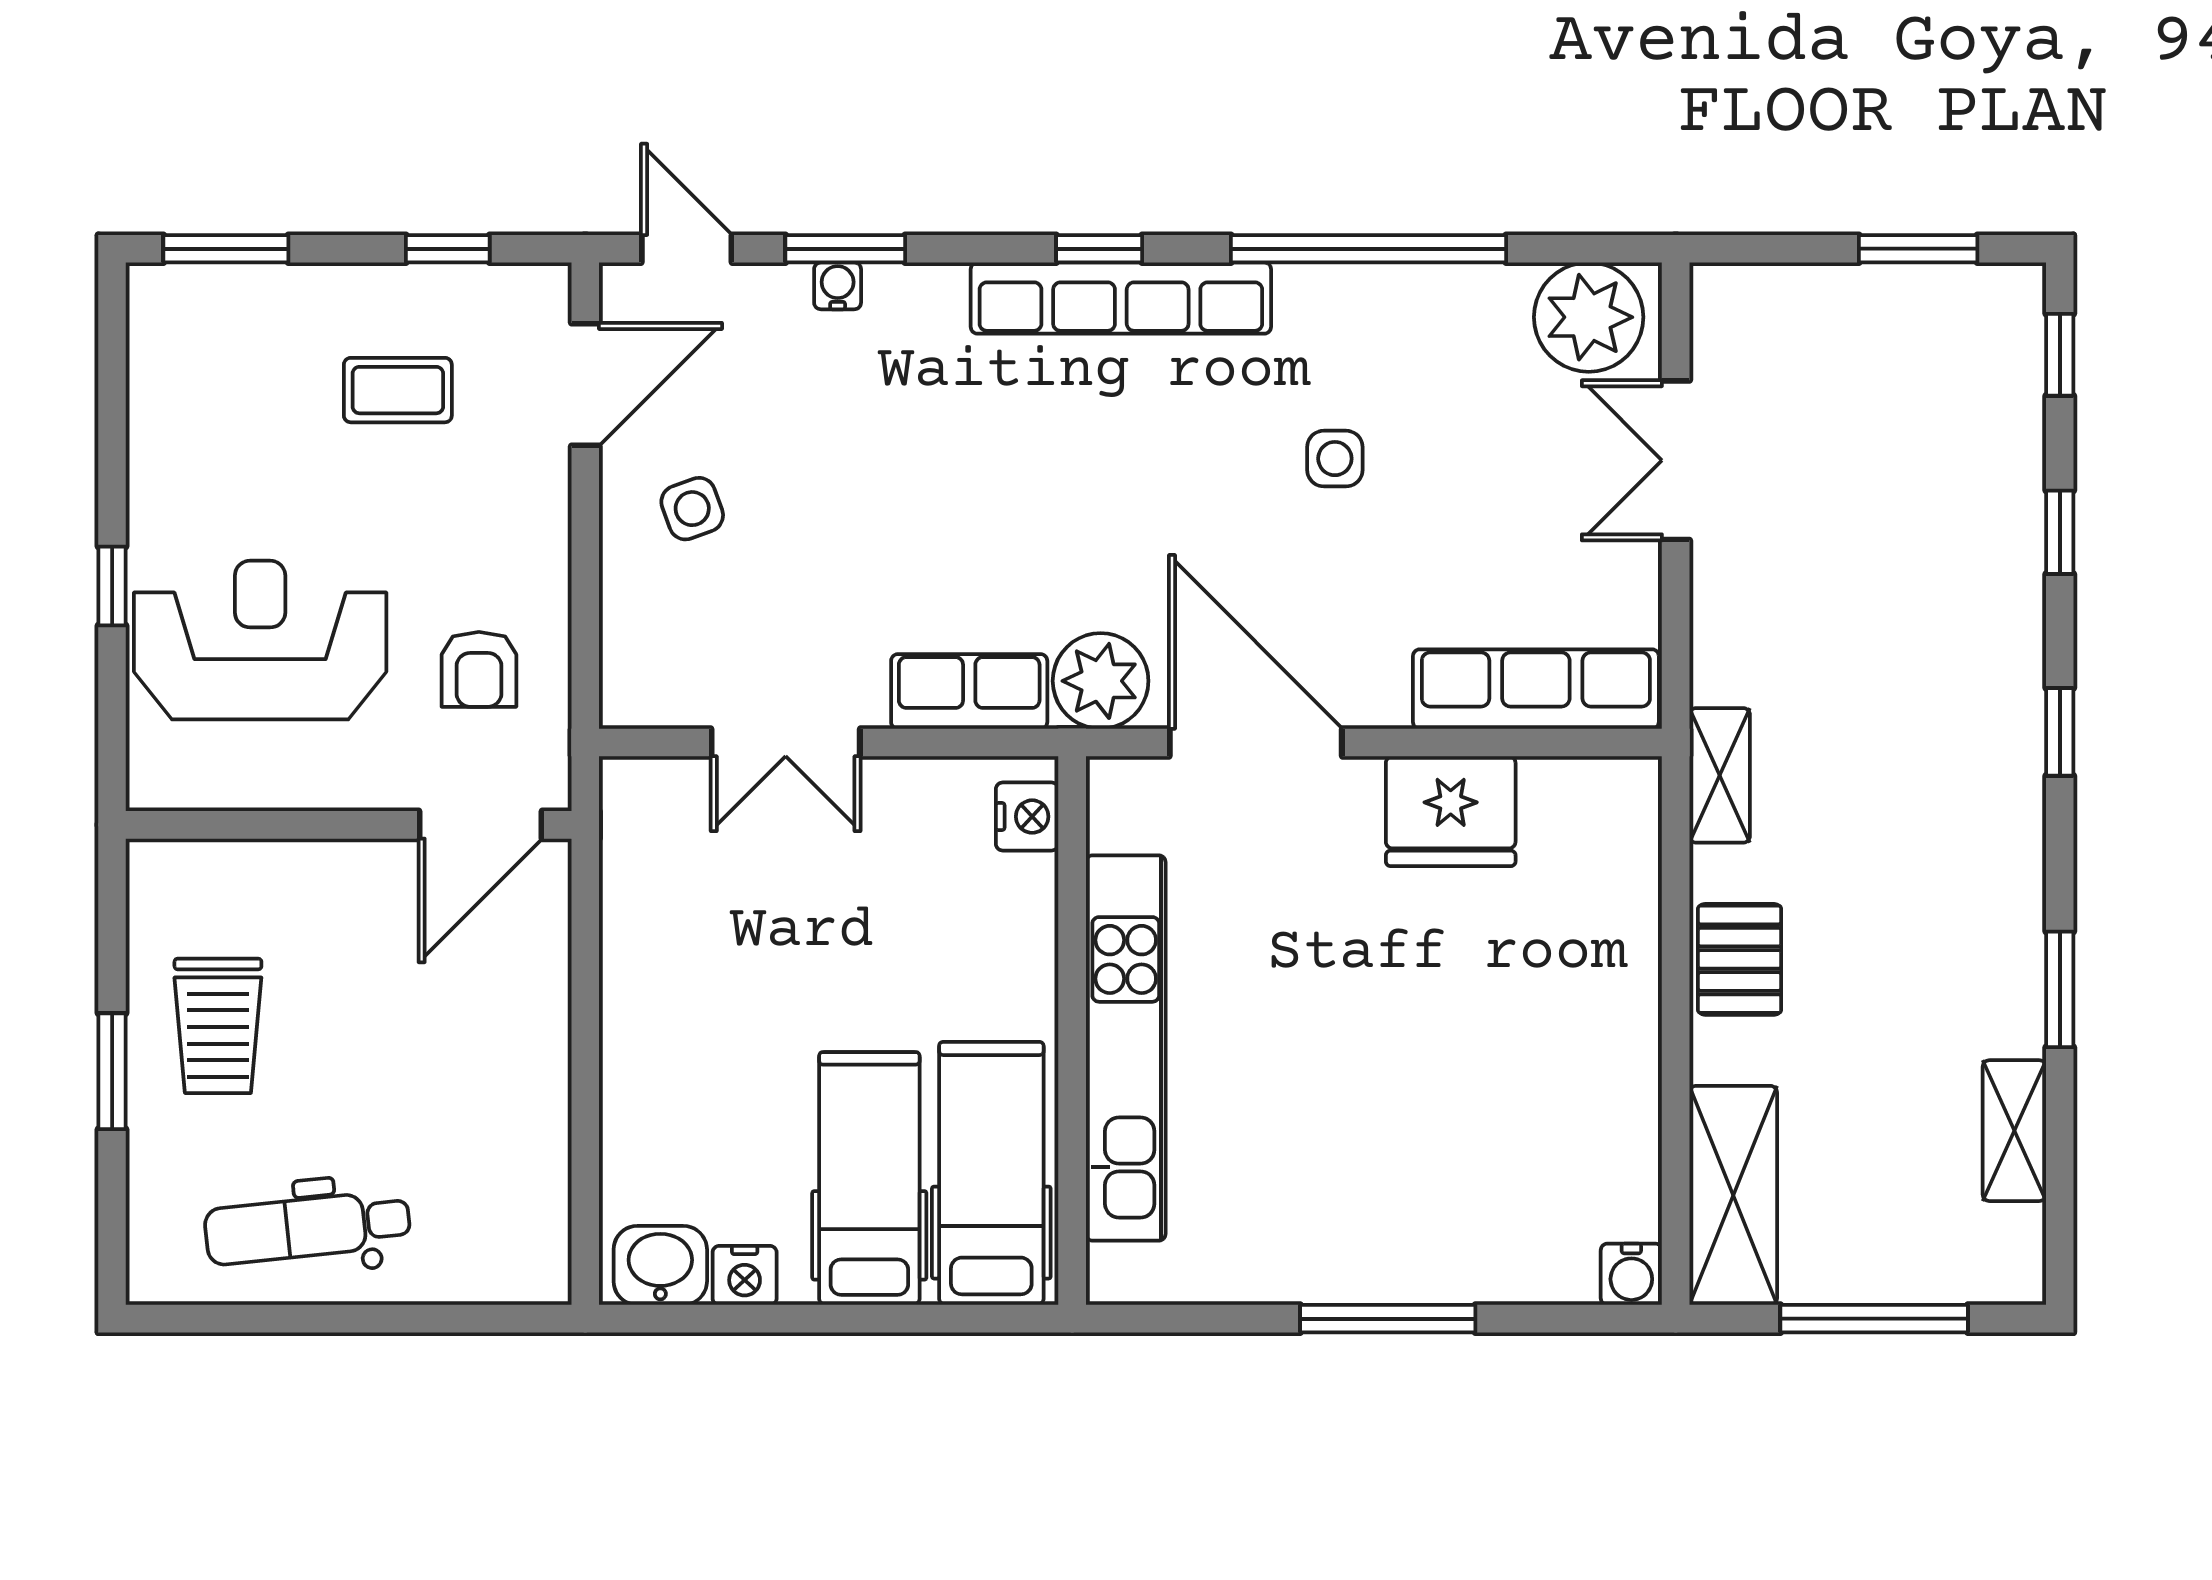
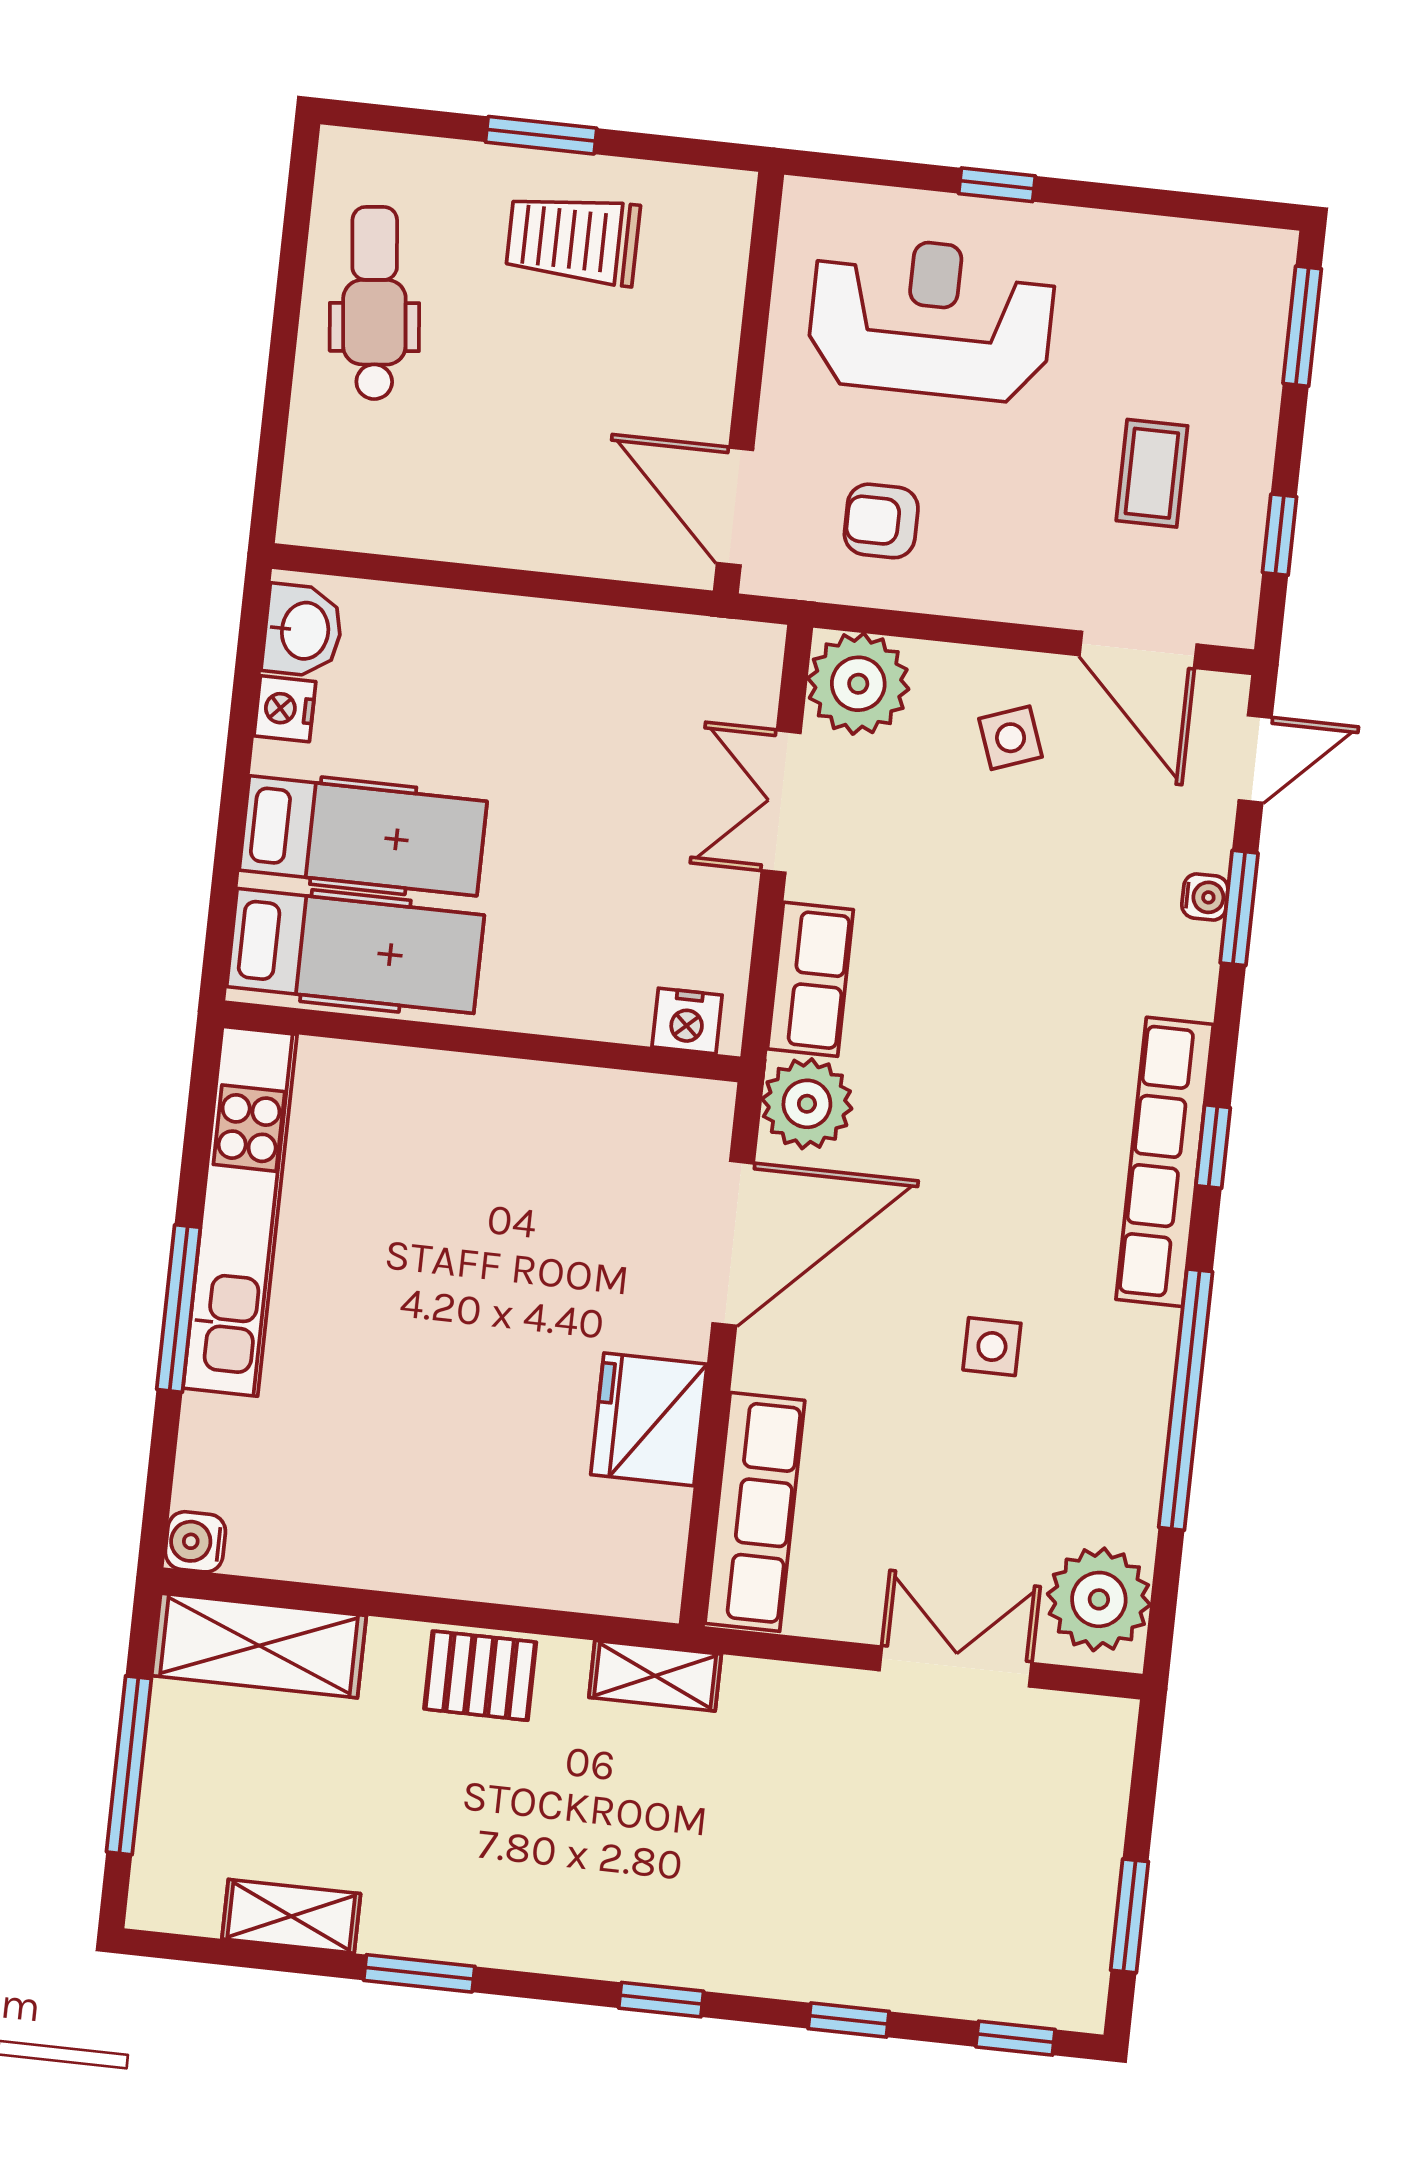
reception desk: (260, 640) -> (931, 318), turned -90
plant: (653, 675) -> (858, 684), added
kitchen unit: (1126, 1048) -> (240, 1211), moved, turned -90

